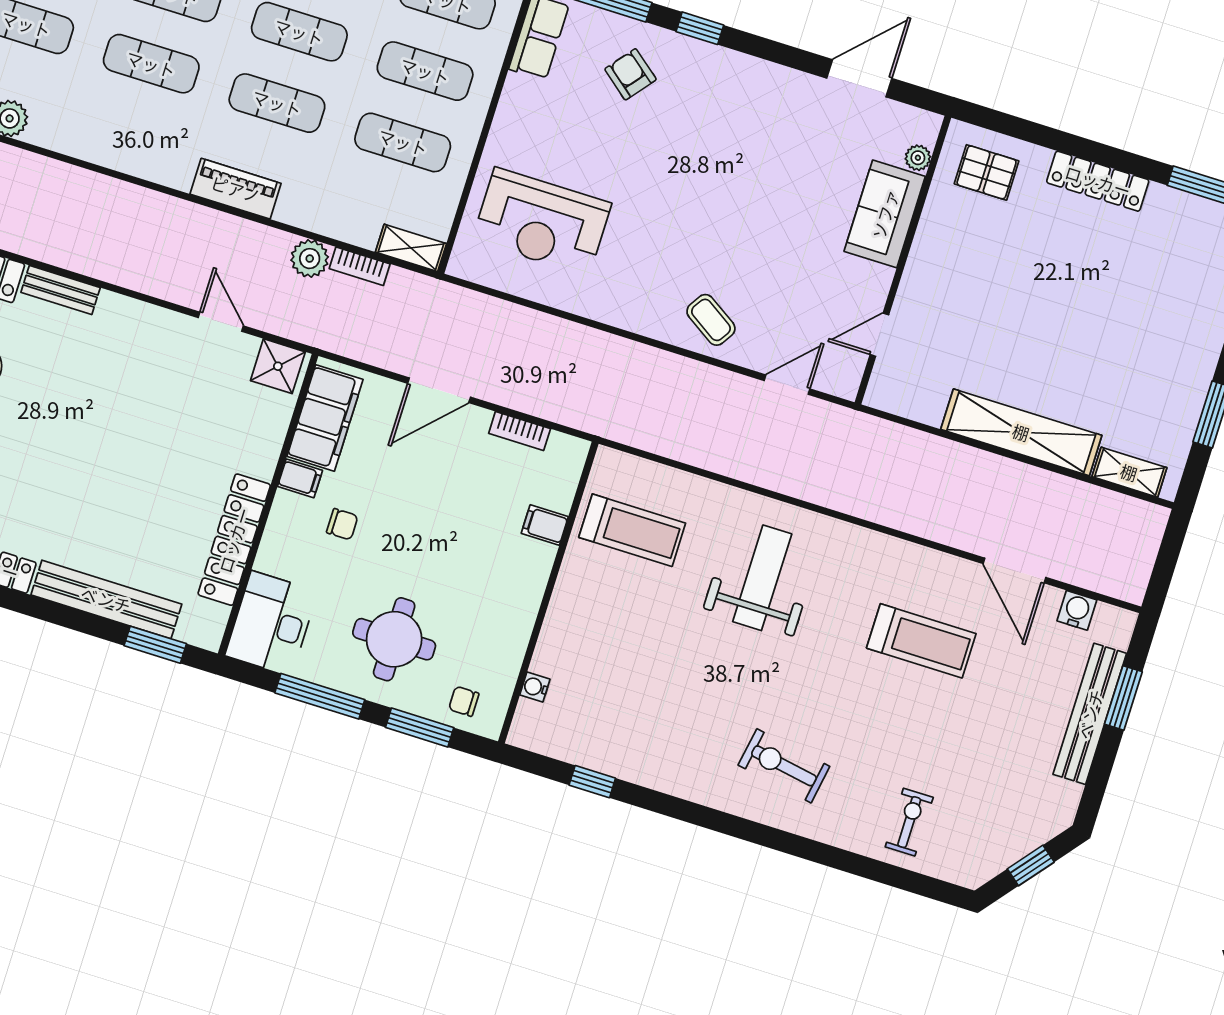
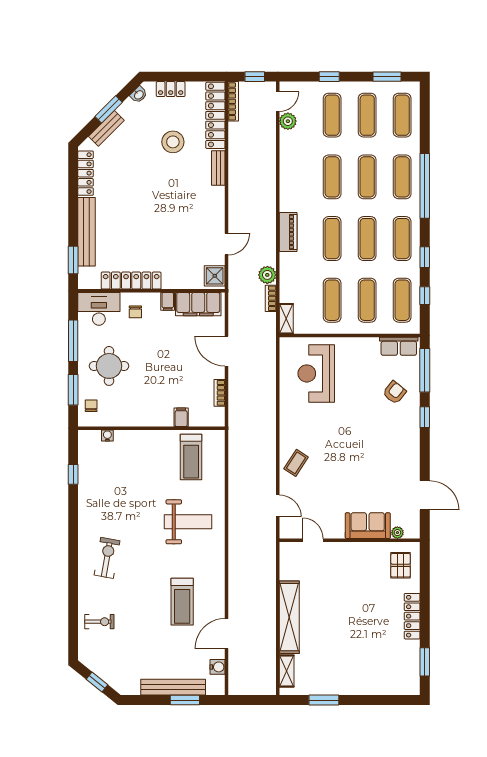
chair: (342, 524) -> (135, 312), moved

